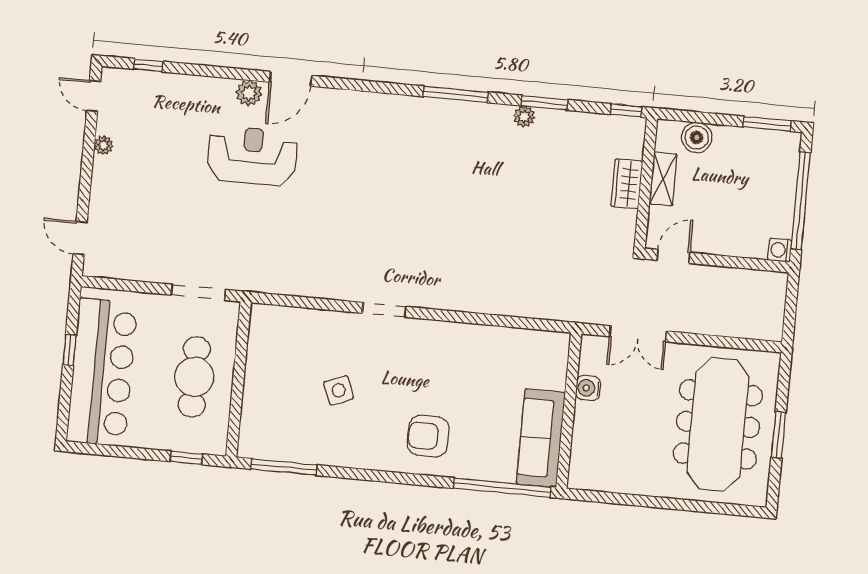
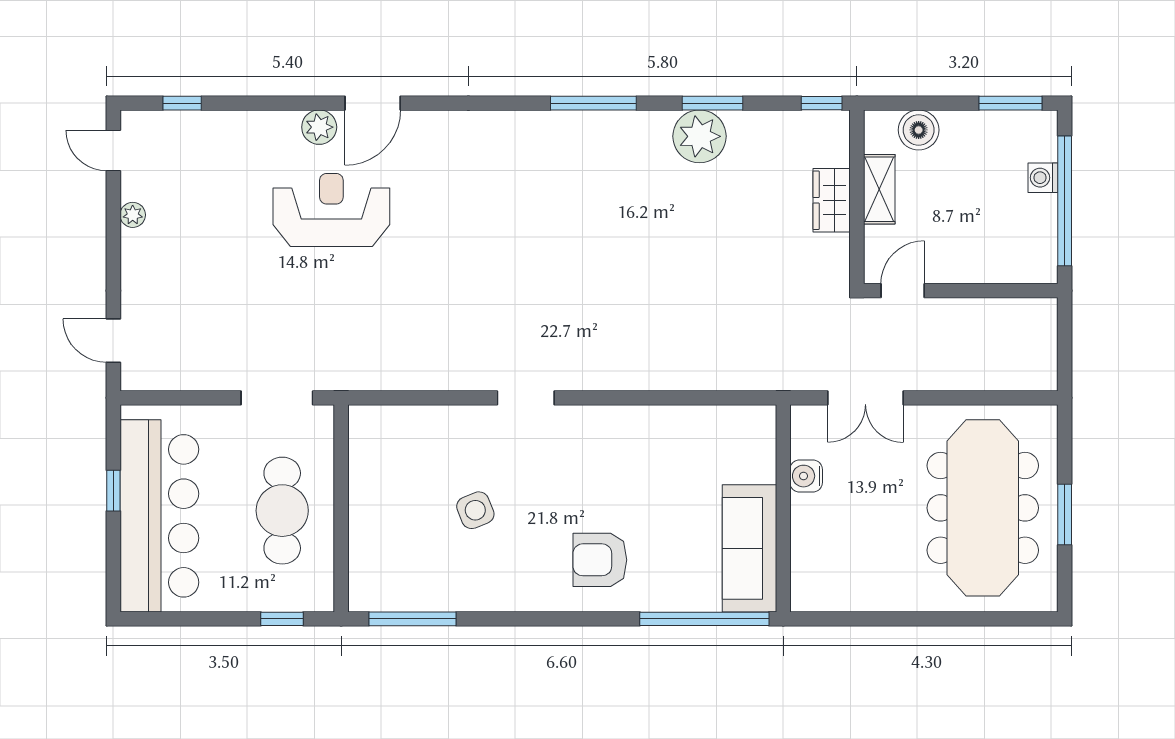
plant: (524, 117) -> (700, 136), width x1.87, depth x1.87
washing machine: (780, 250) -> (1043, 178), moved

